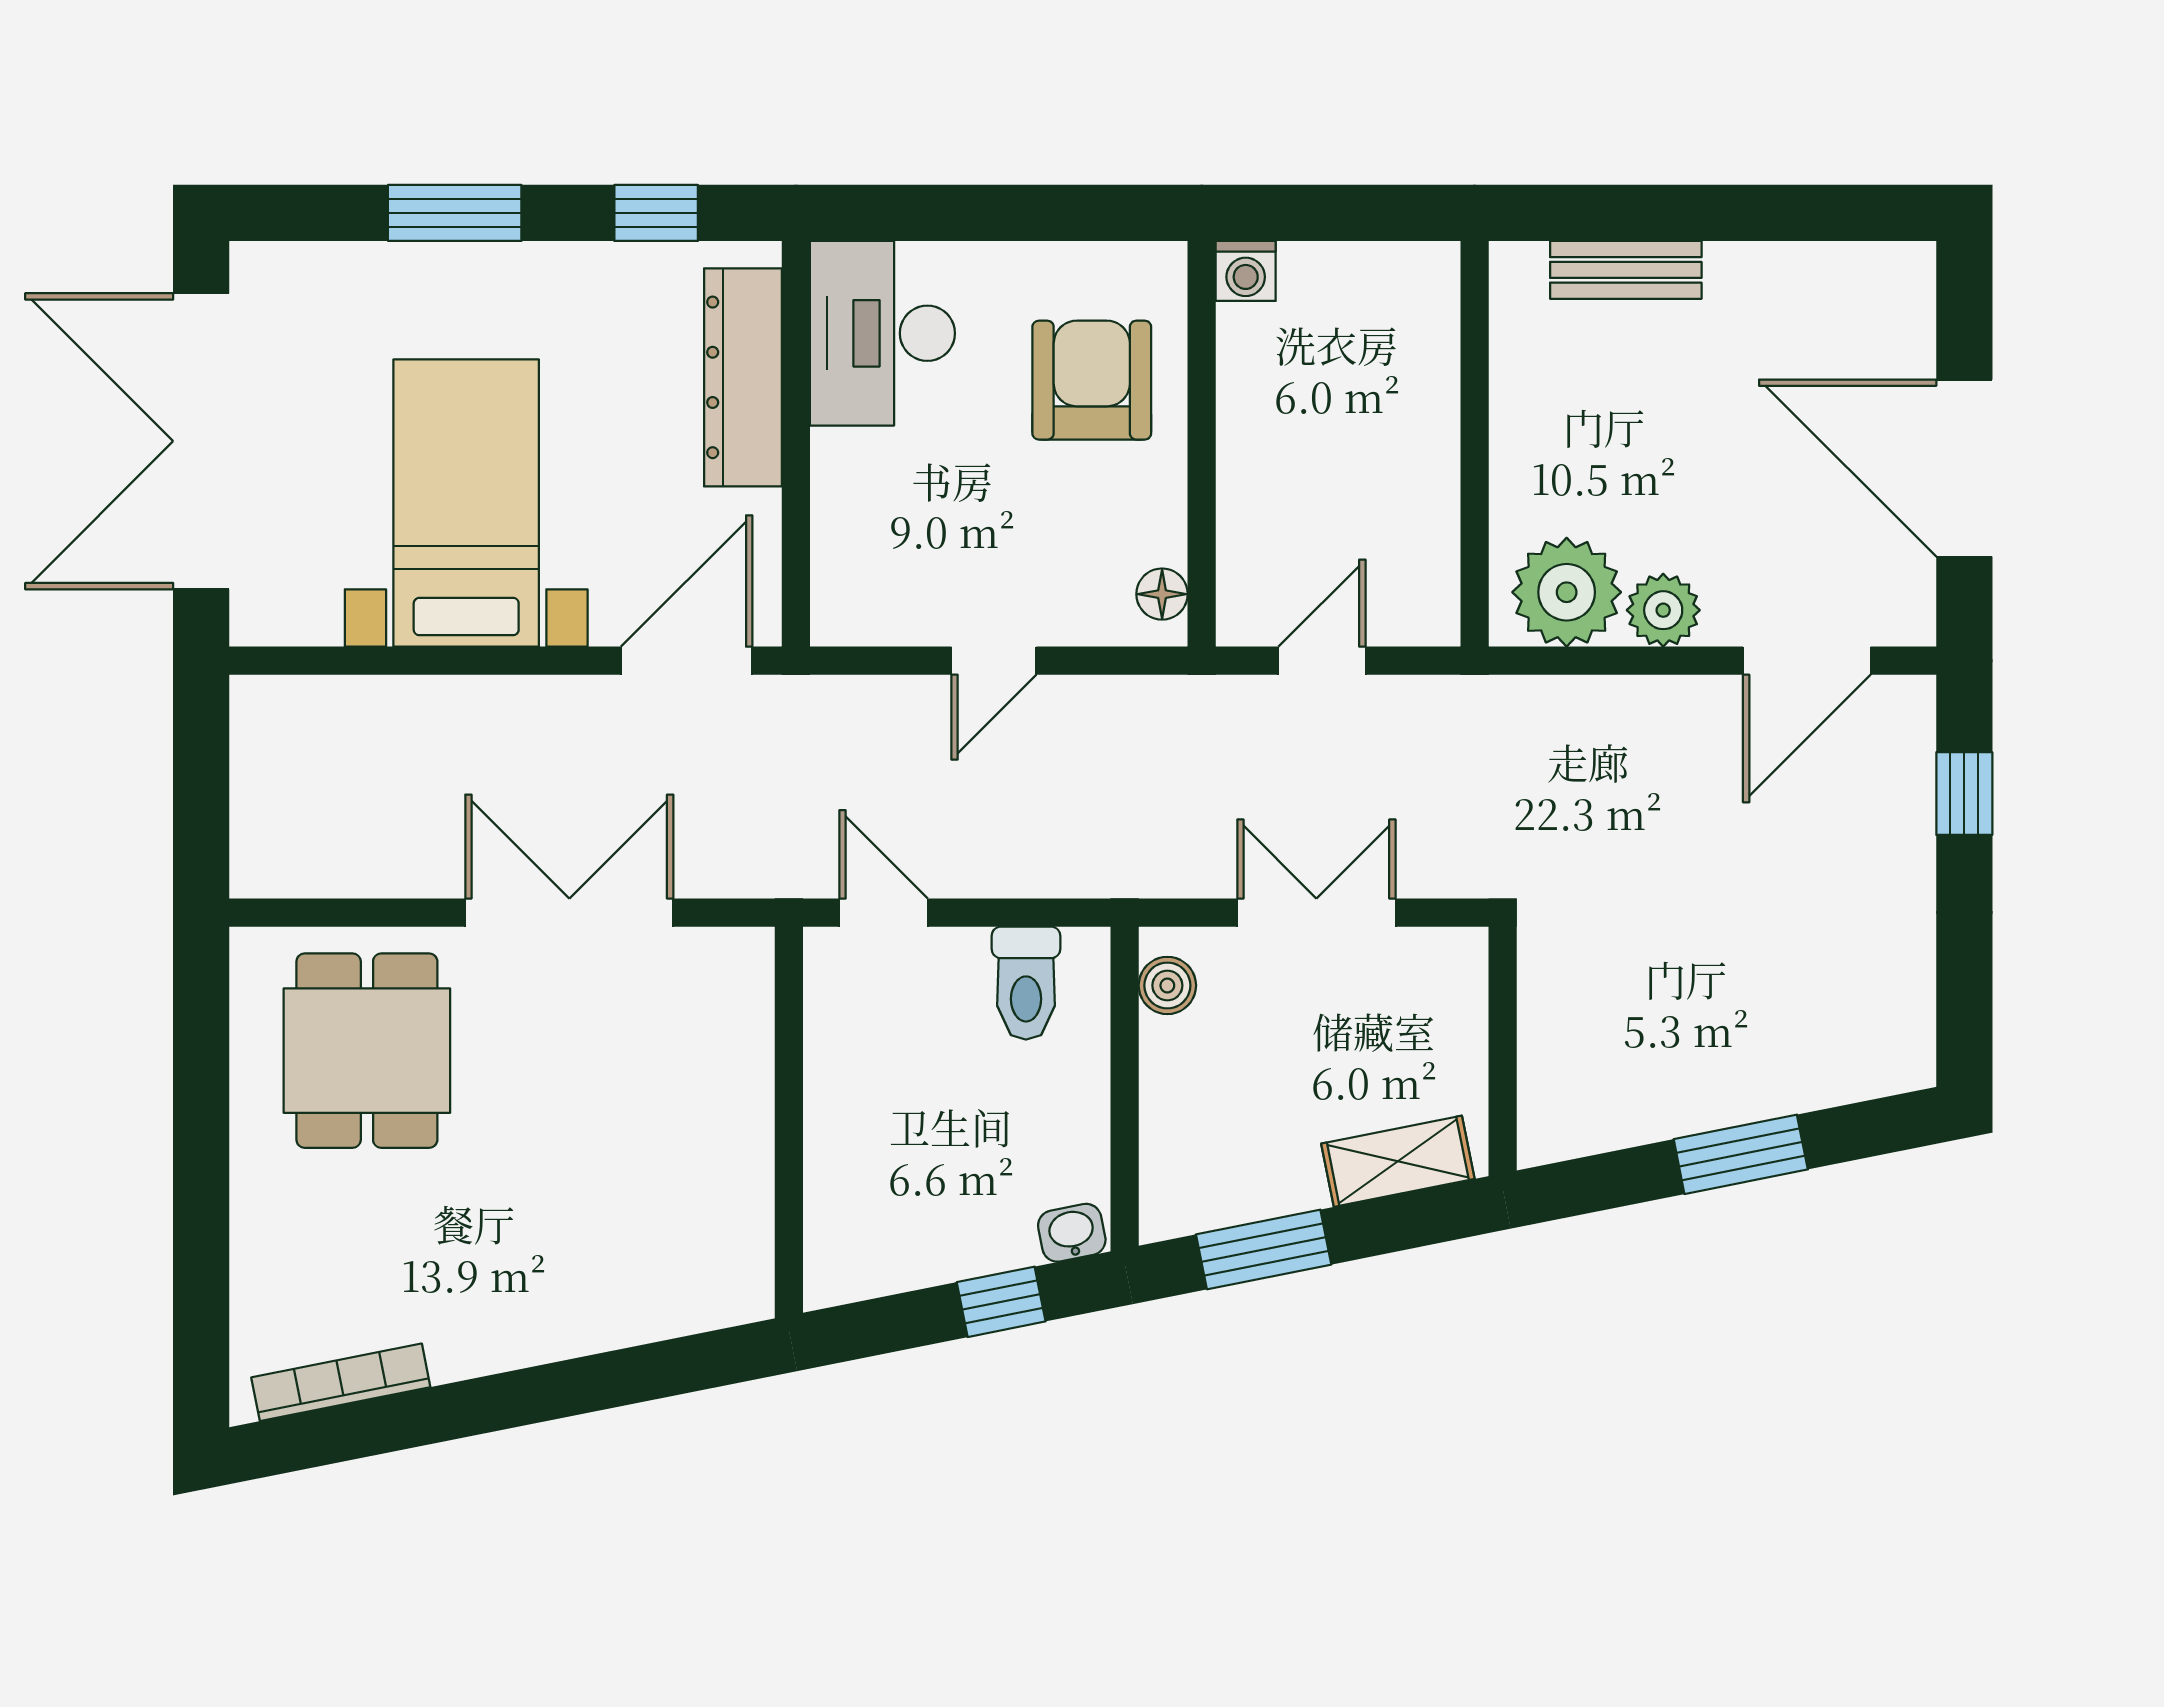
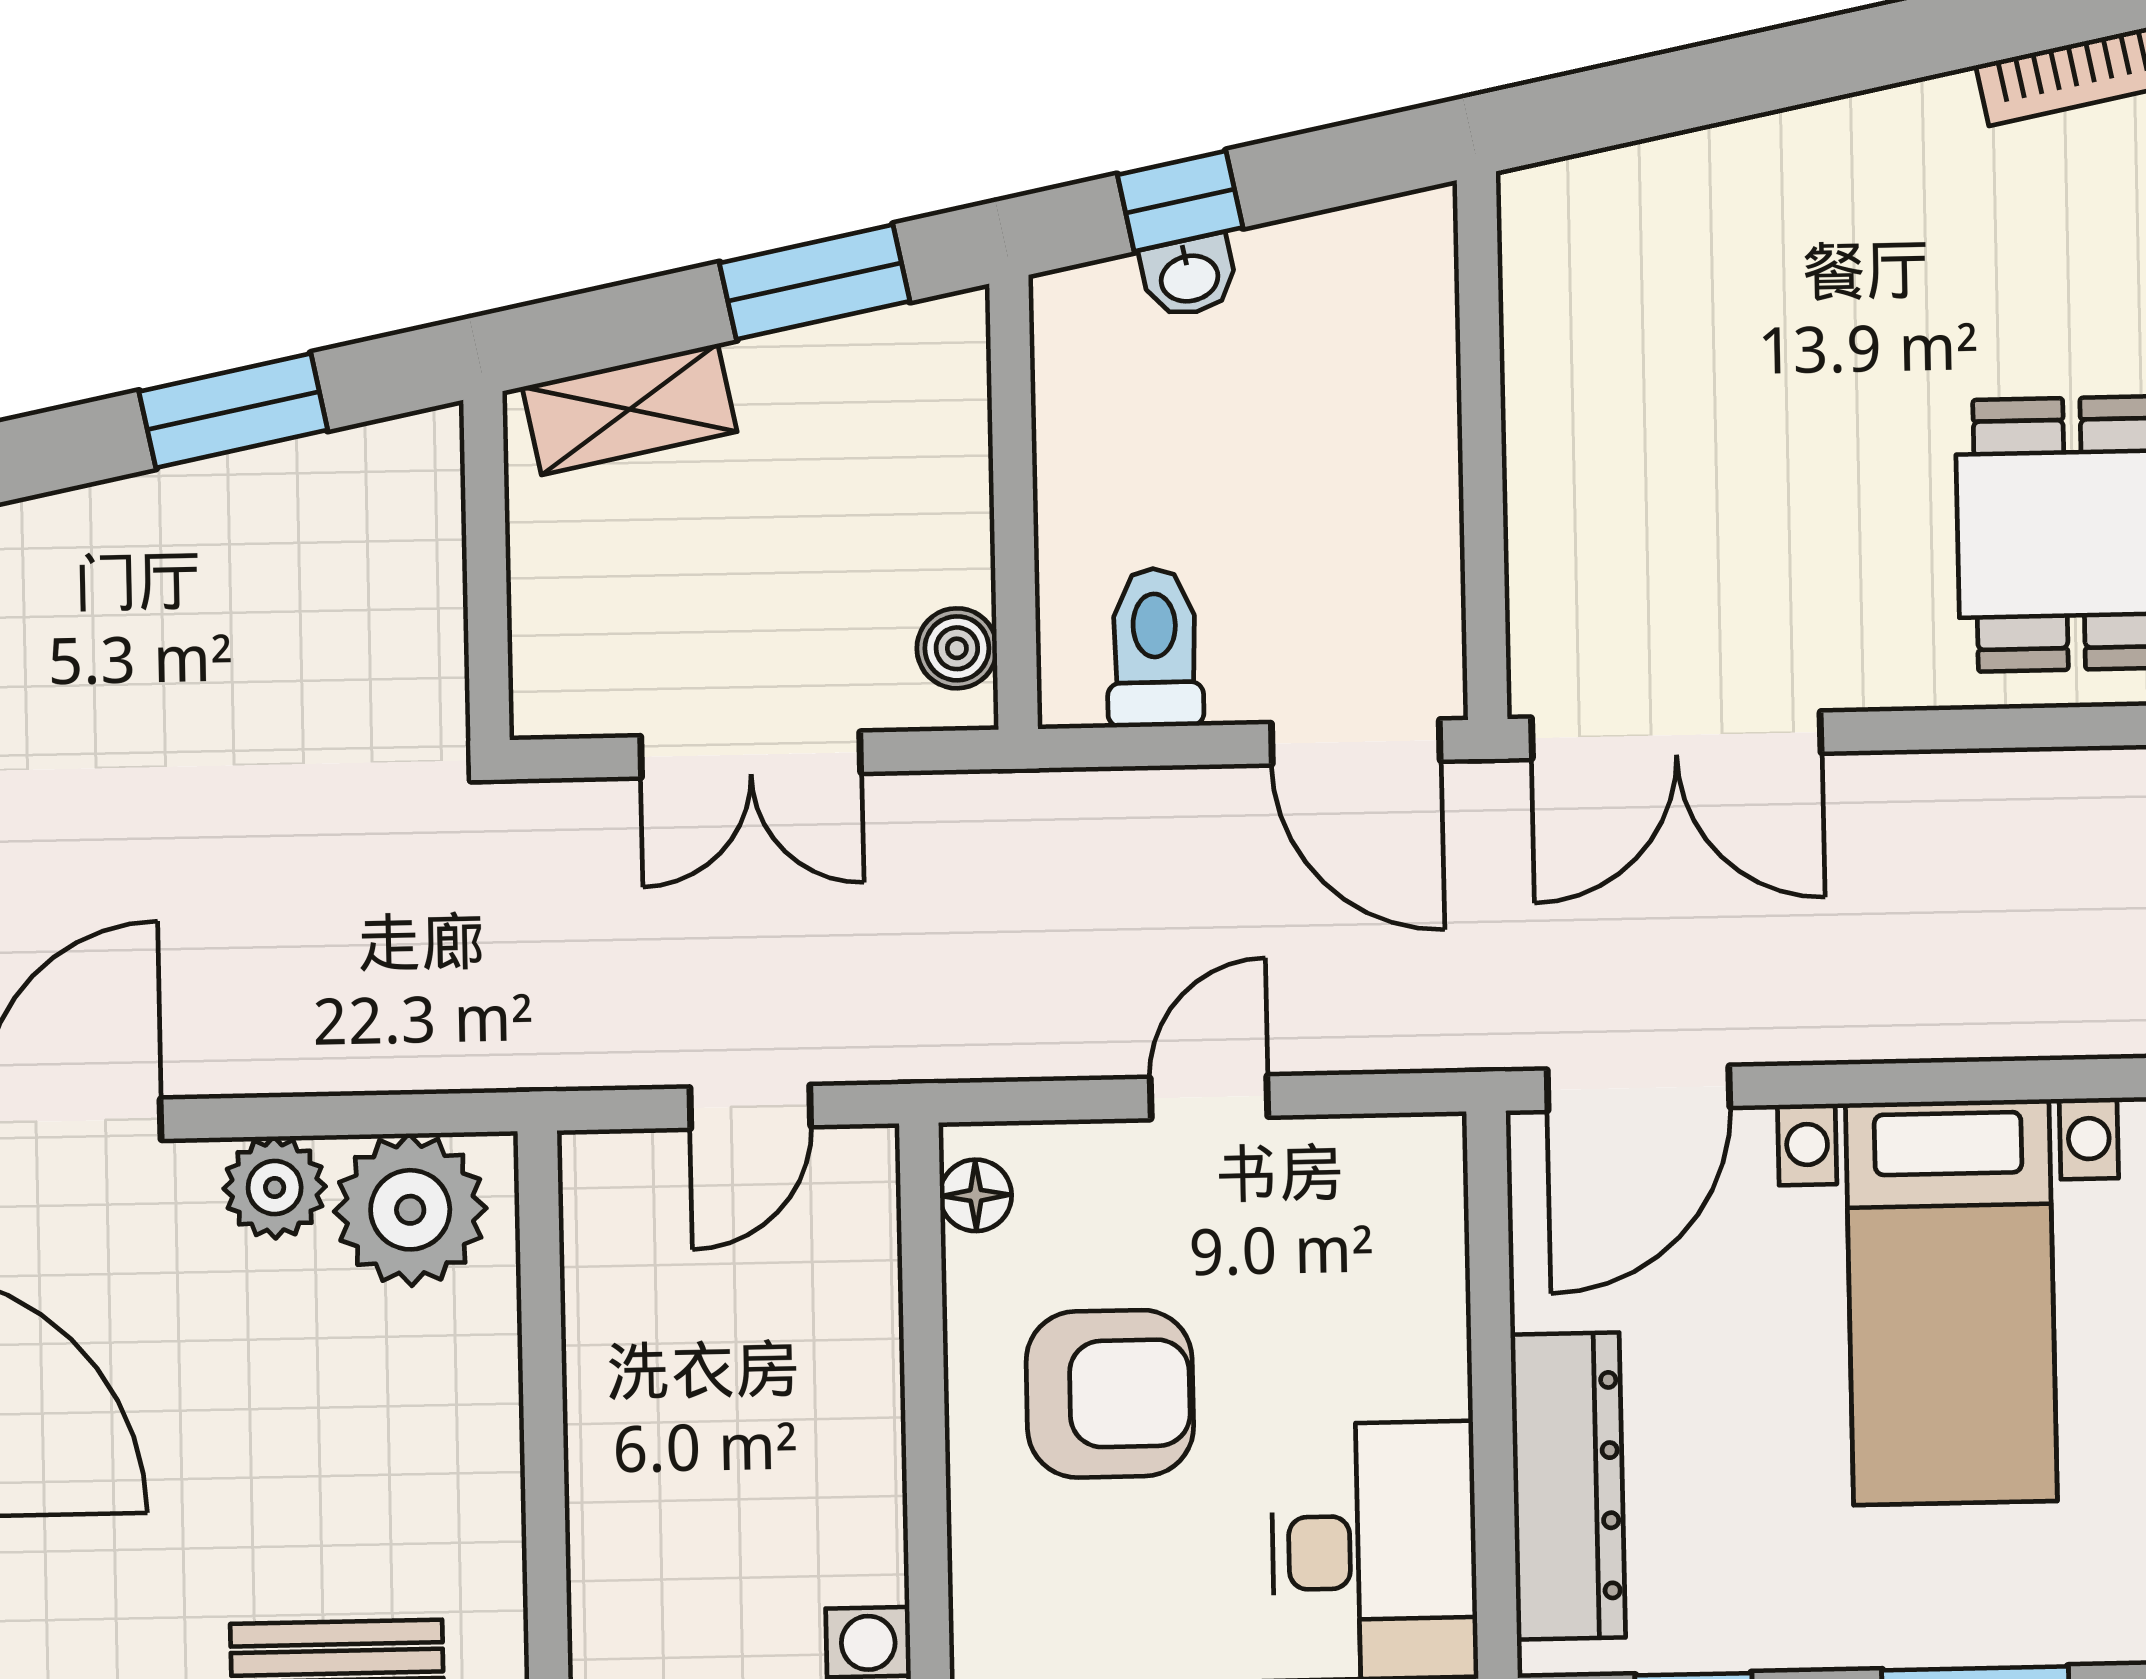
armchair: (1092, 380) -> (1110, 1394), moved, turned -90
double door: (569, 913) -> (1676, 735), moved
door: (884, 913) -> (1356, 742), width x1.38
window: (1741, 1154) -> (233, 411), moved
washbasin: (1072, 1233) -> (1189, 276), moved

